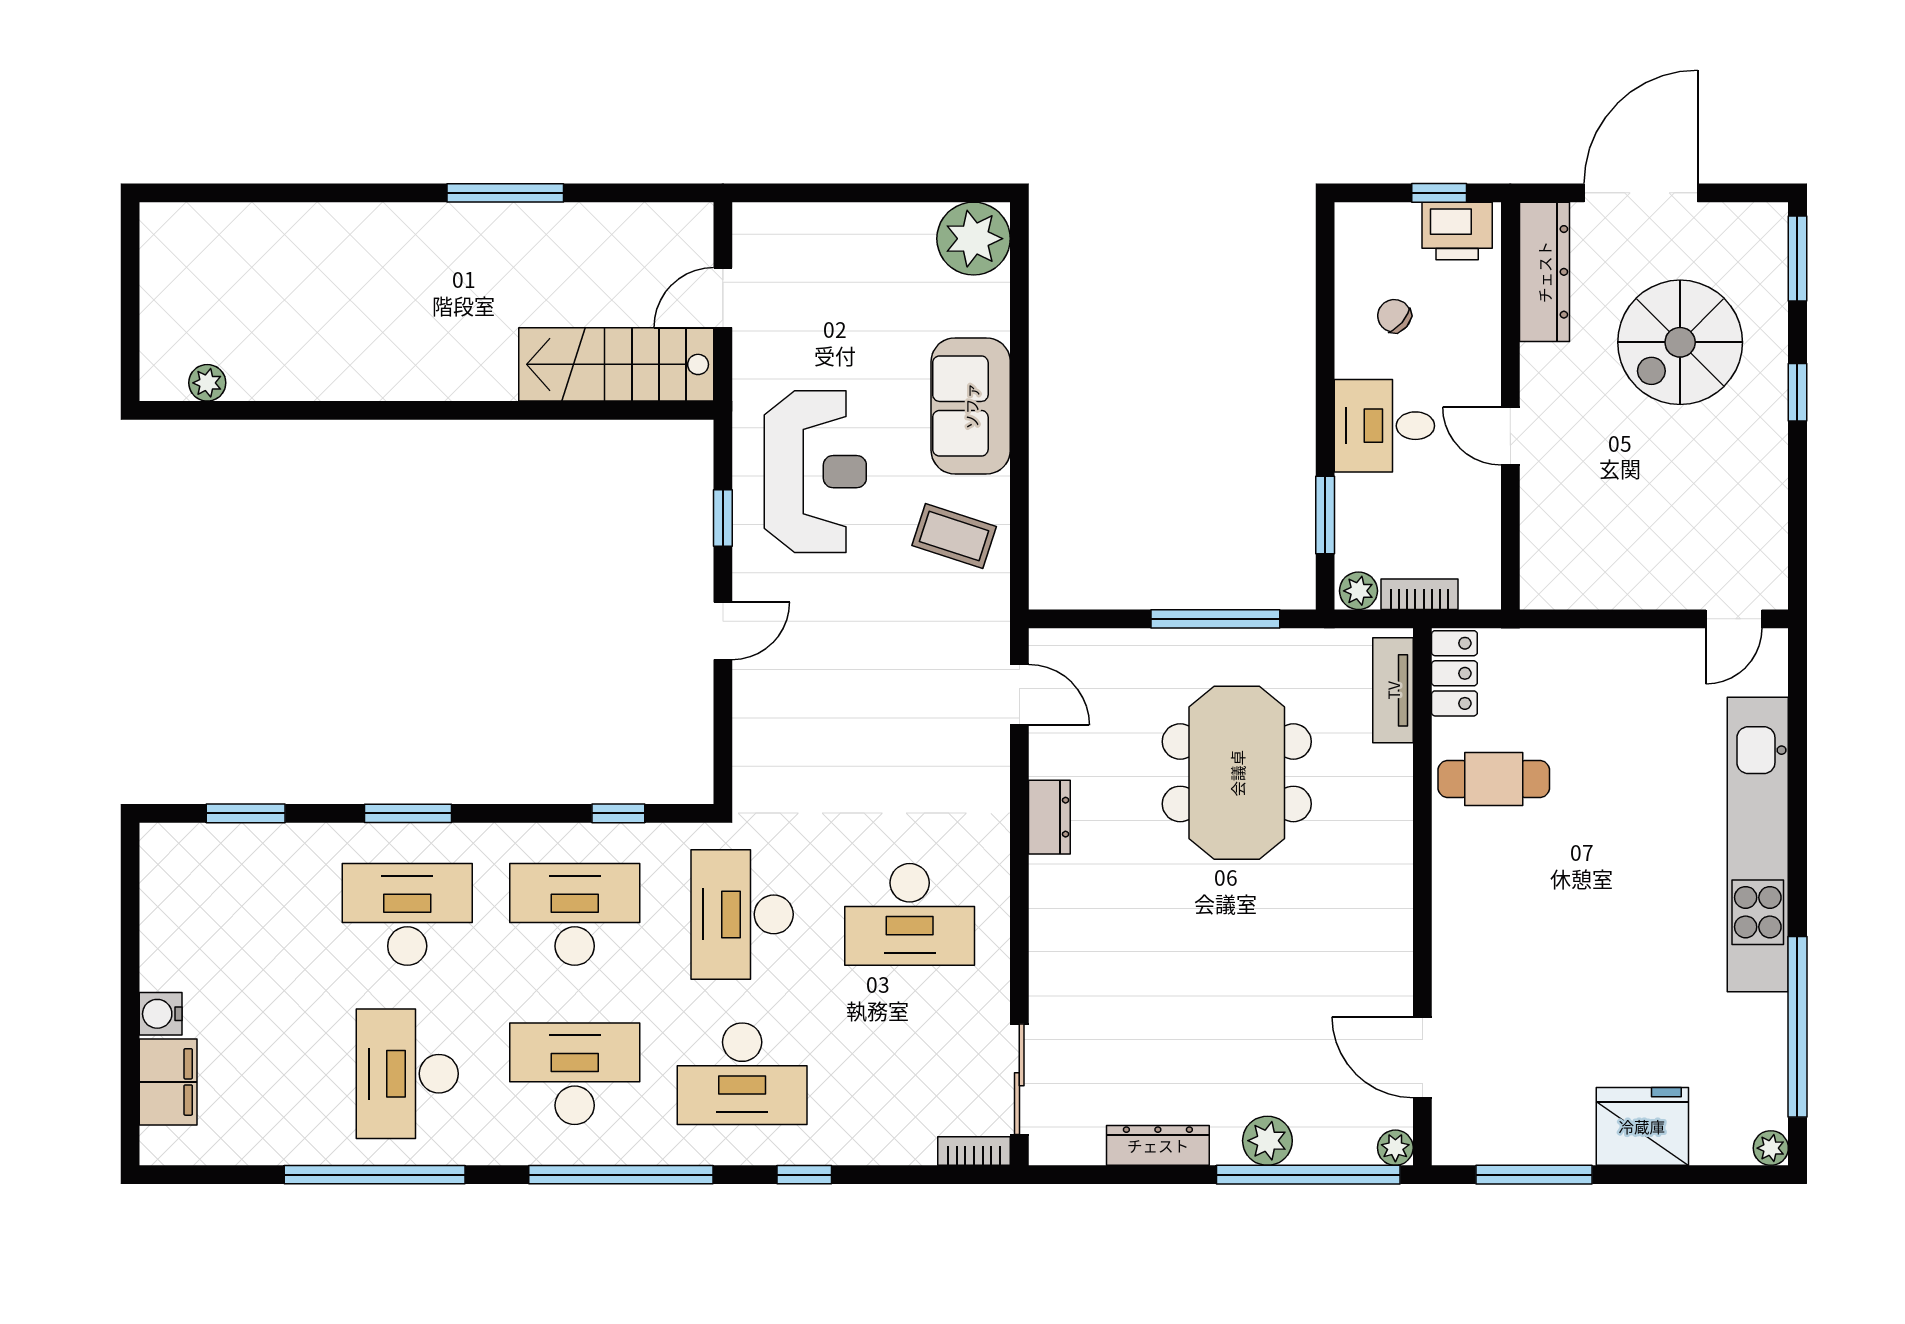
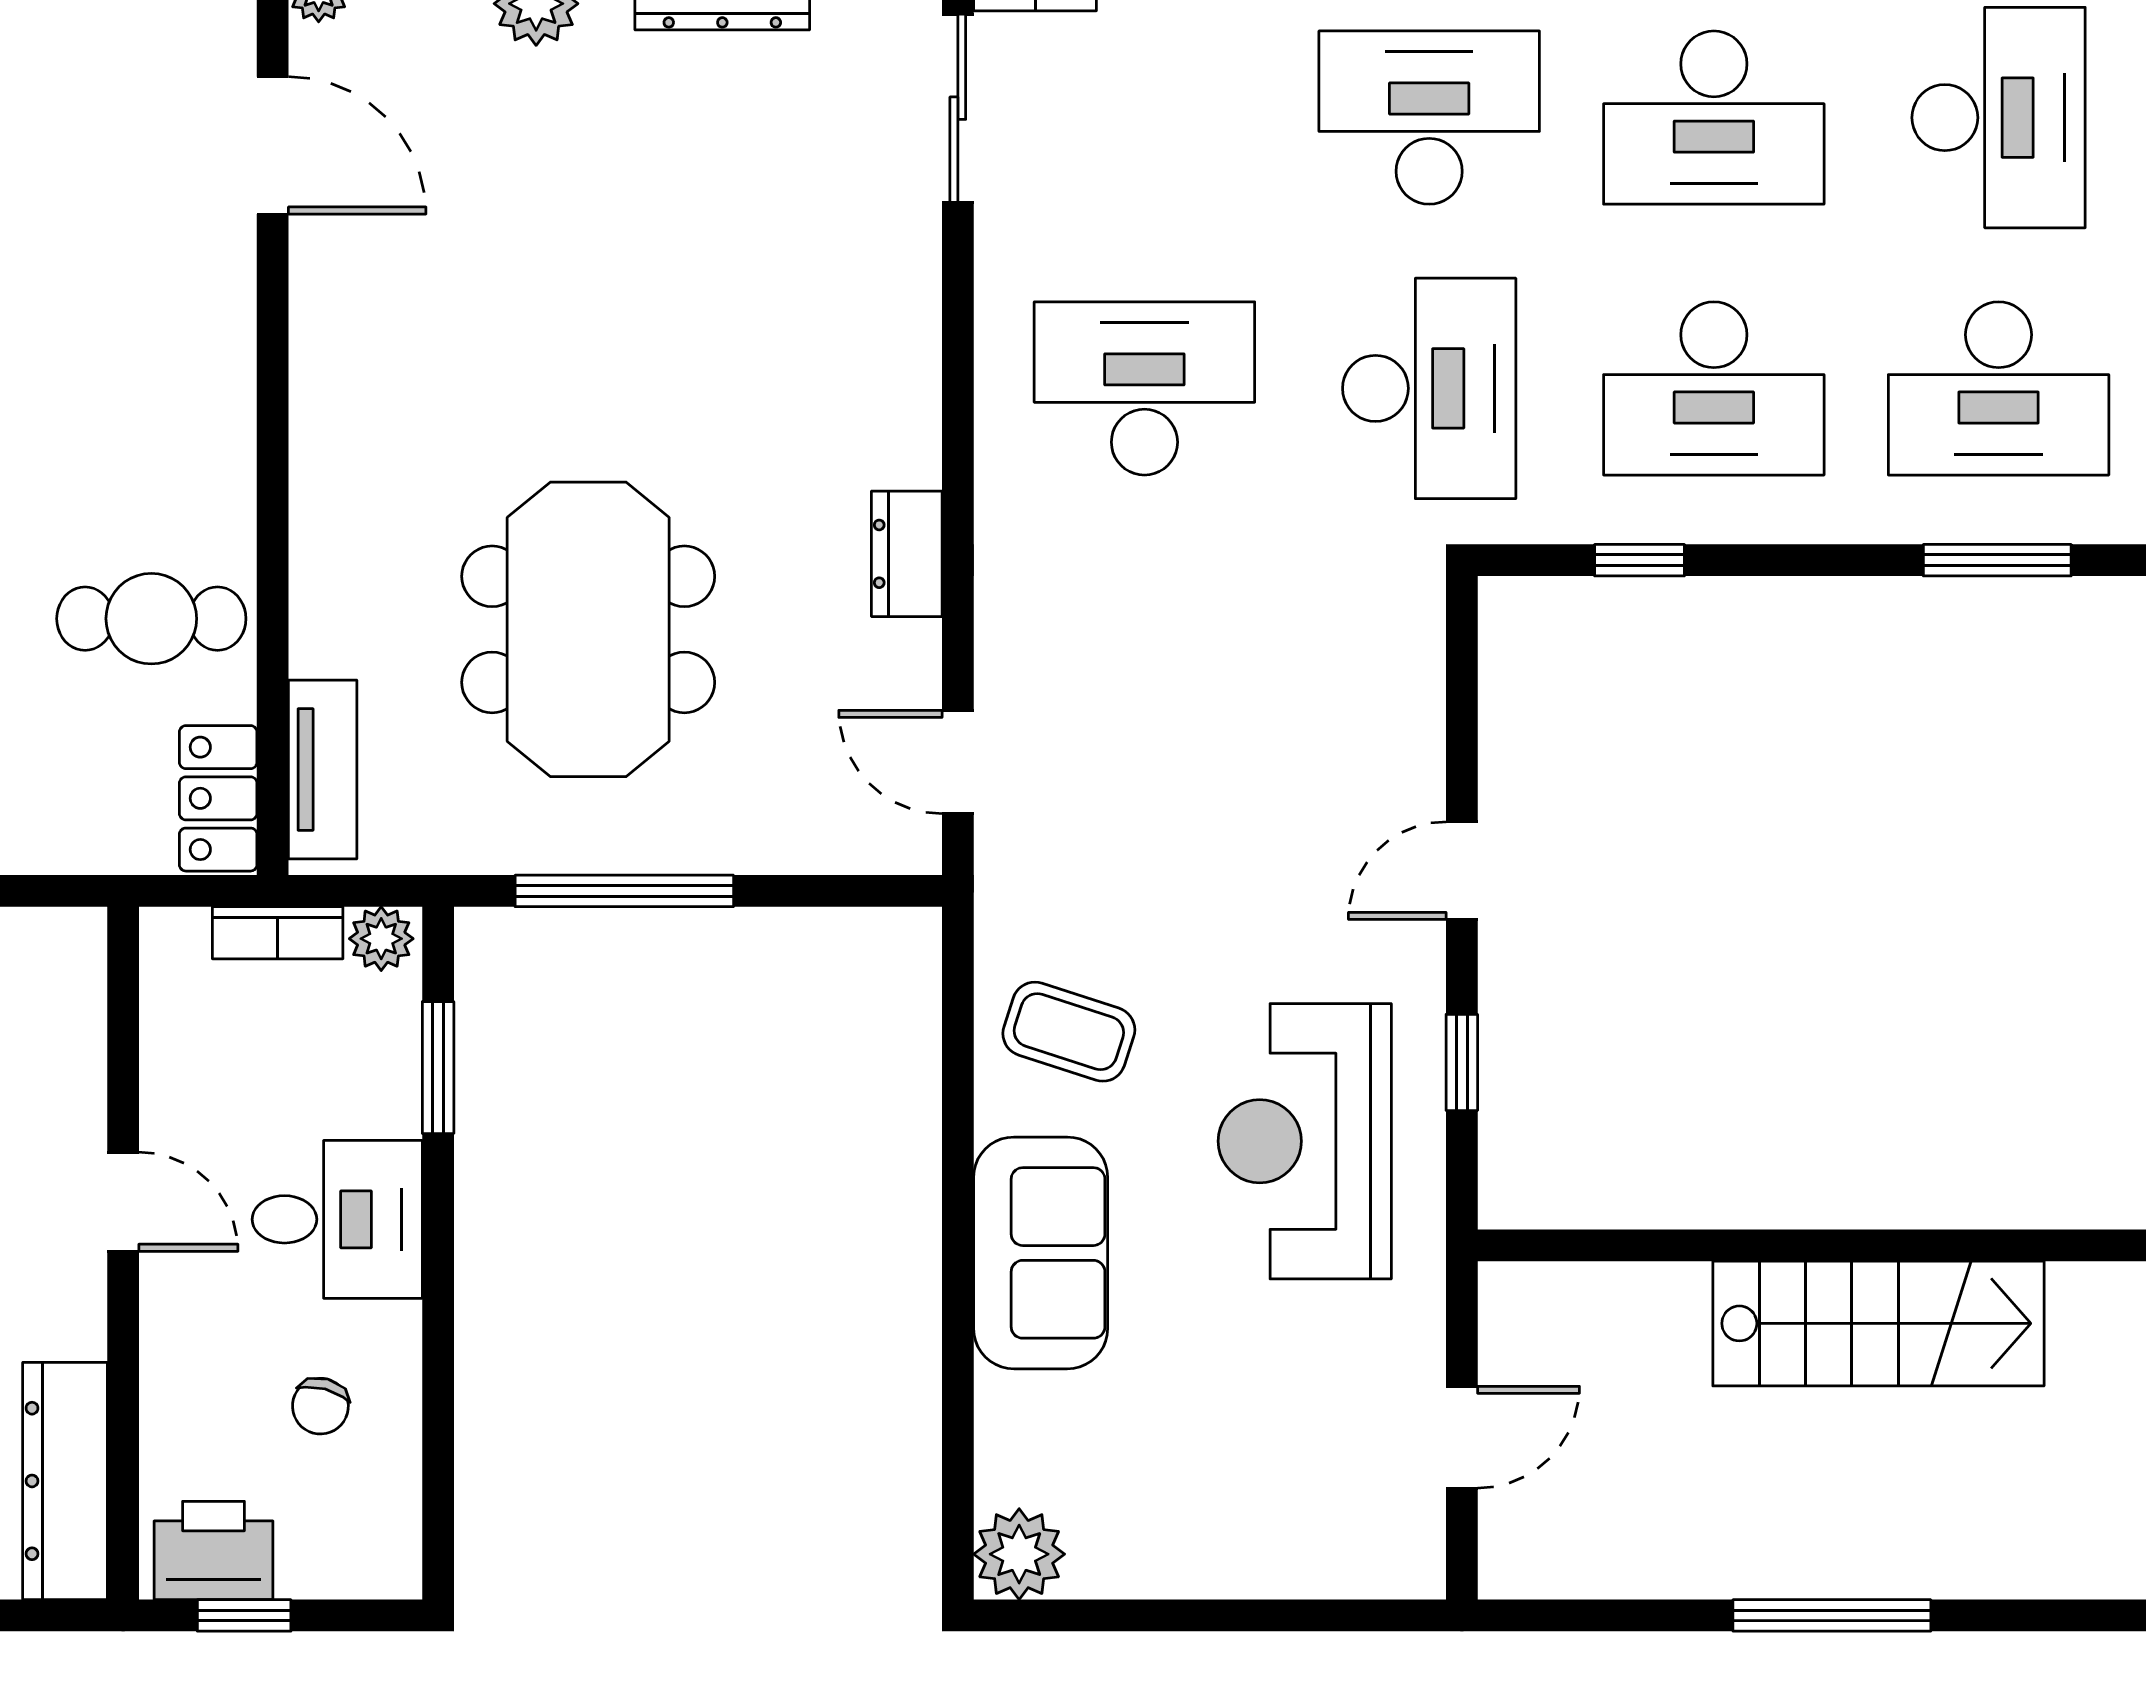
plant: (974, 239) -> (1019, 1554), width x0.73, depth x0.73
chair: (1394, 316) -> (320, 1406), turned 64
stairs: (616, 364) -> (1878, 1323), moved

